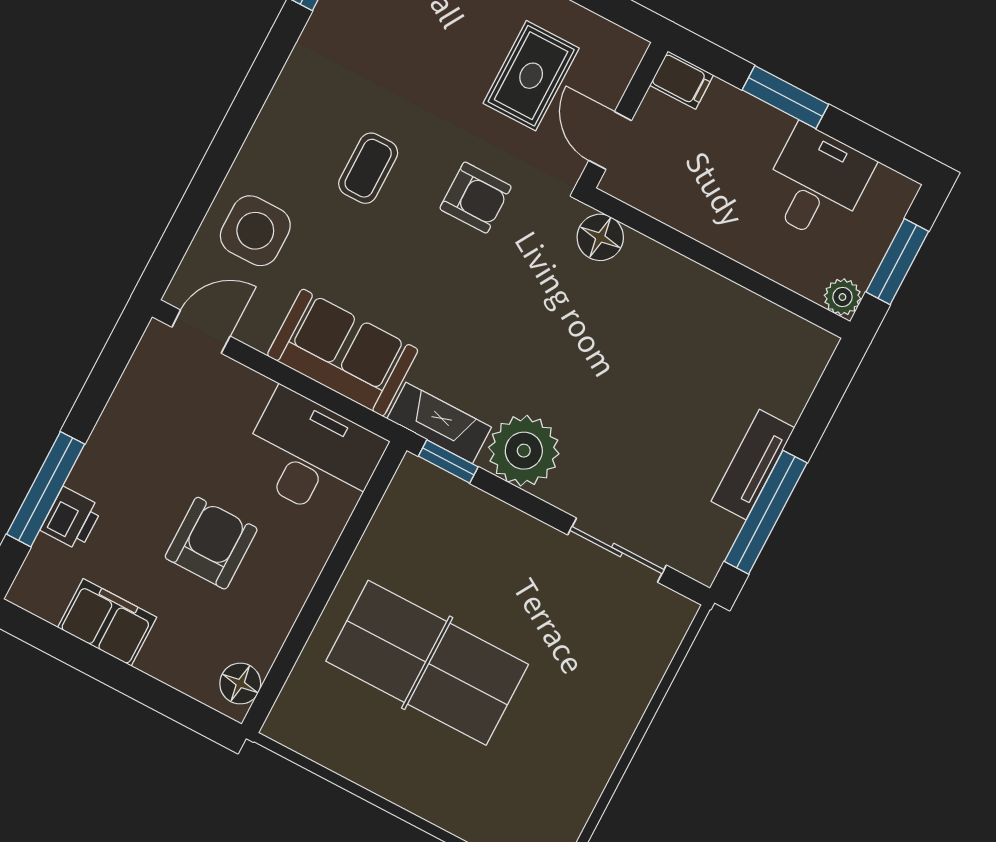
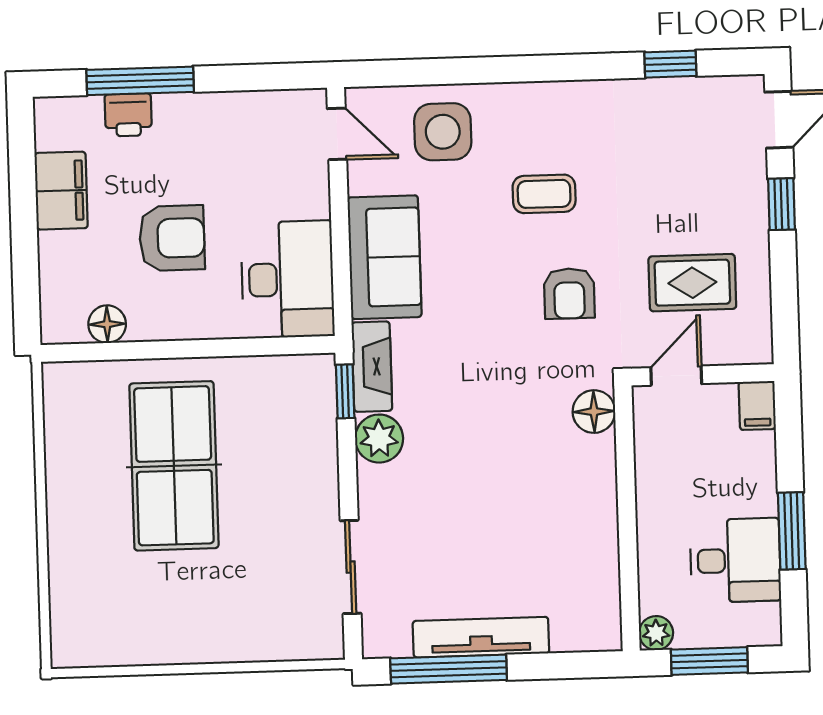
window: (785, 97) -> (792, 531), moved
plant: (524, 451) -> (379, 439), width x0.73, depth x0.73
tv unit: (753, 465) -> (481, 637), width x1.41
floor lamp: (240, 684) -> (107, 324), moved

